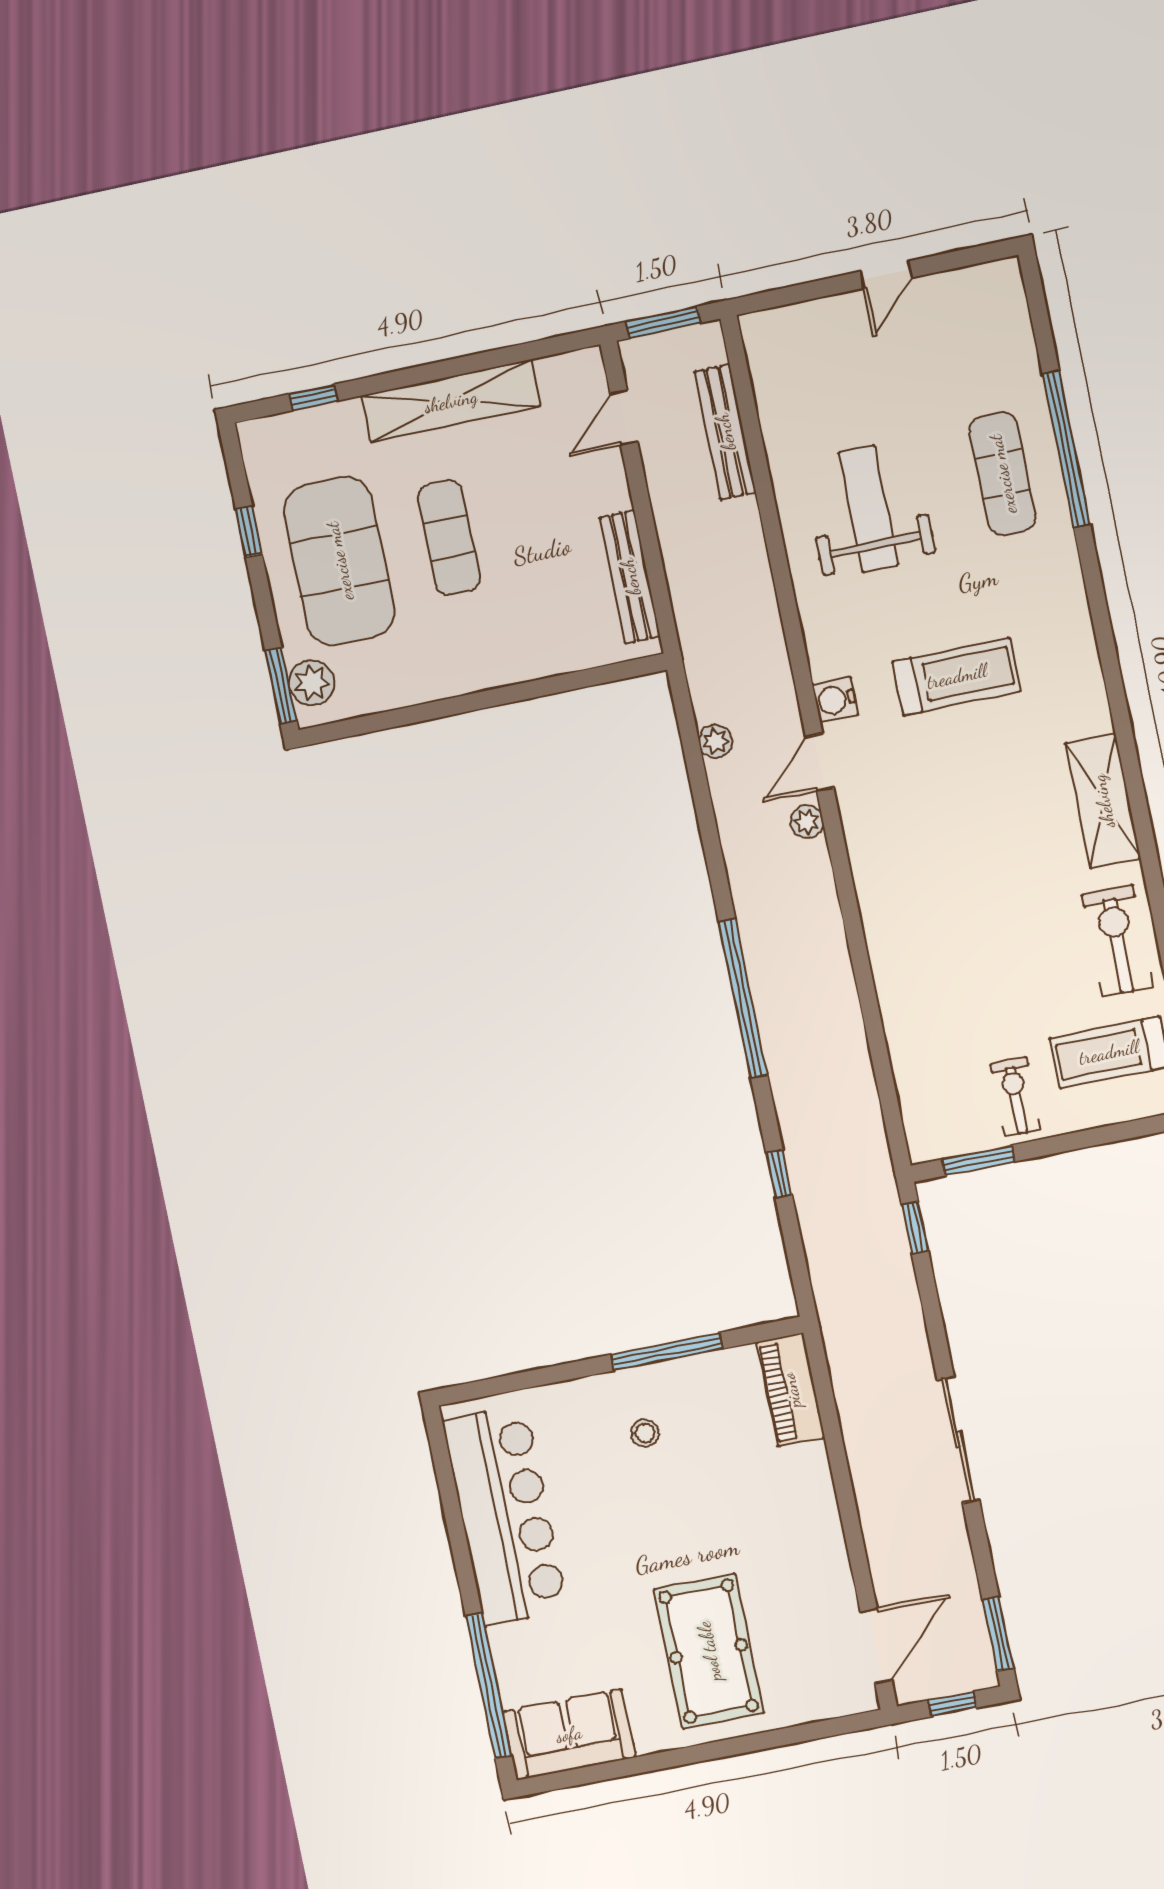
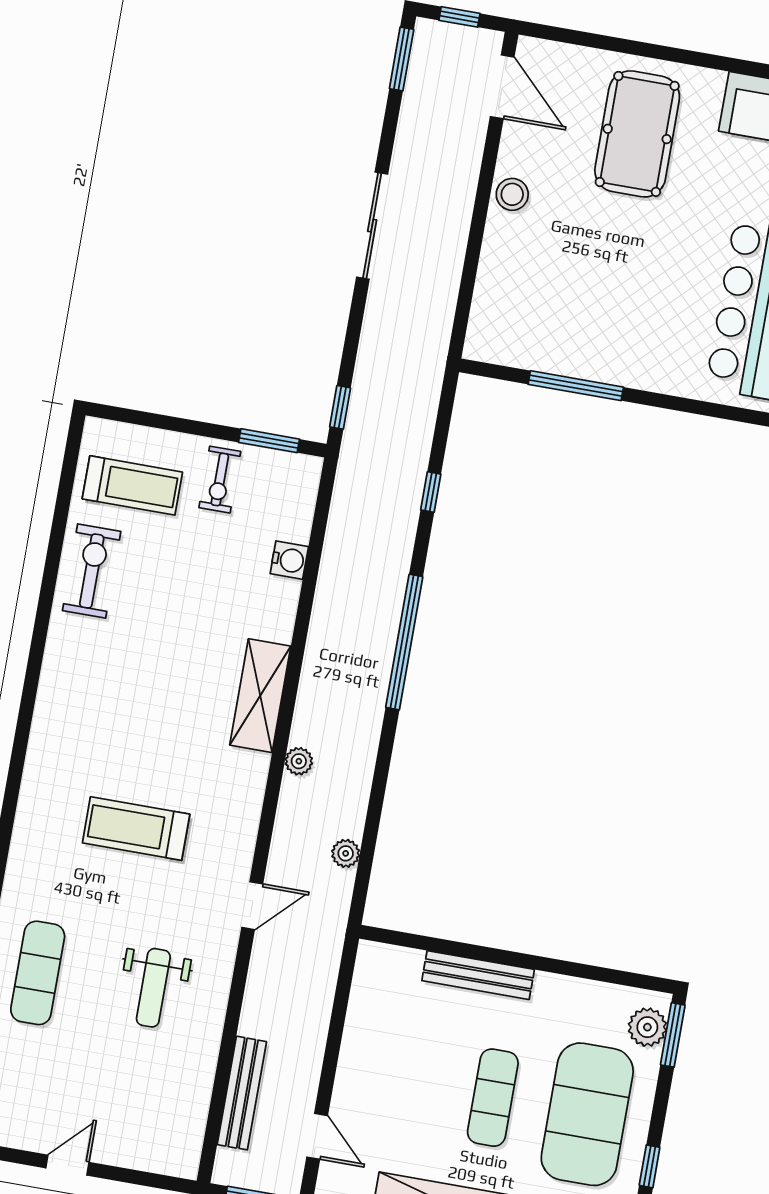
door: (624, 418) -> (317, 1136), hinge flipped
weight bench: (868, 509) -> (153, 988), width x0.73, depth x0.75
bench: (630, 577) -> (478, 975), moved, turned 90
water cooler: (835, 700) -> (289, 560), moved
door: (820, 762) -> (252, 906), moved
shelving: (1103, 801) -> (260, 696), moved
exercise bike: (1117, 941) -> (92, 571), turned 180
piano: (791, 1390) -> (489, 317), removed
stool: (645, 1433) -> (512, 194), moved, width x1.37, depth x1.37
door: (876, 1646) -> (502, 87), swing flipped

